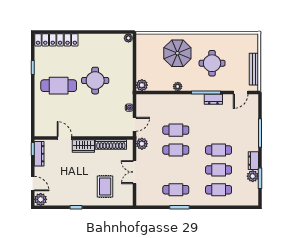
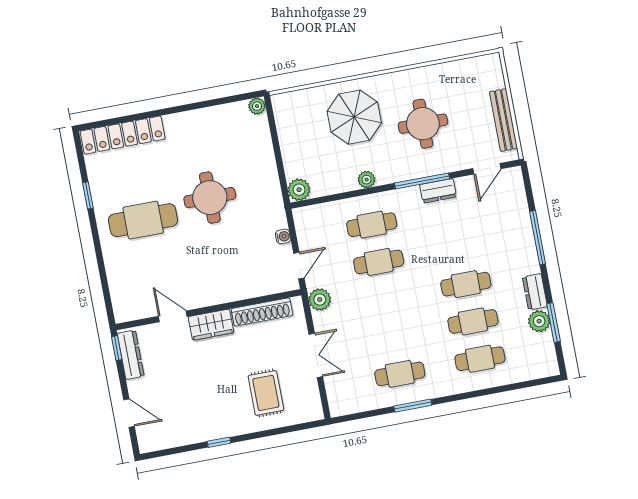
cafe table: (176, 150) -> (372, 225), moved
double door: (134, 172) -> (316, 355), swing flipped
plant: (41, 199) -> (149, 440), removed

